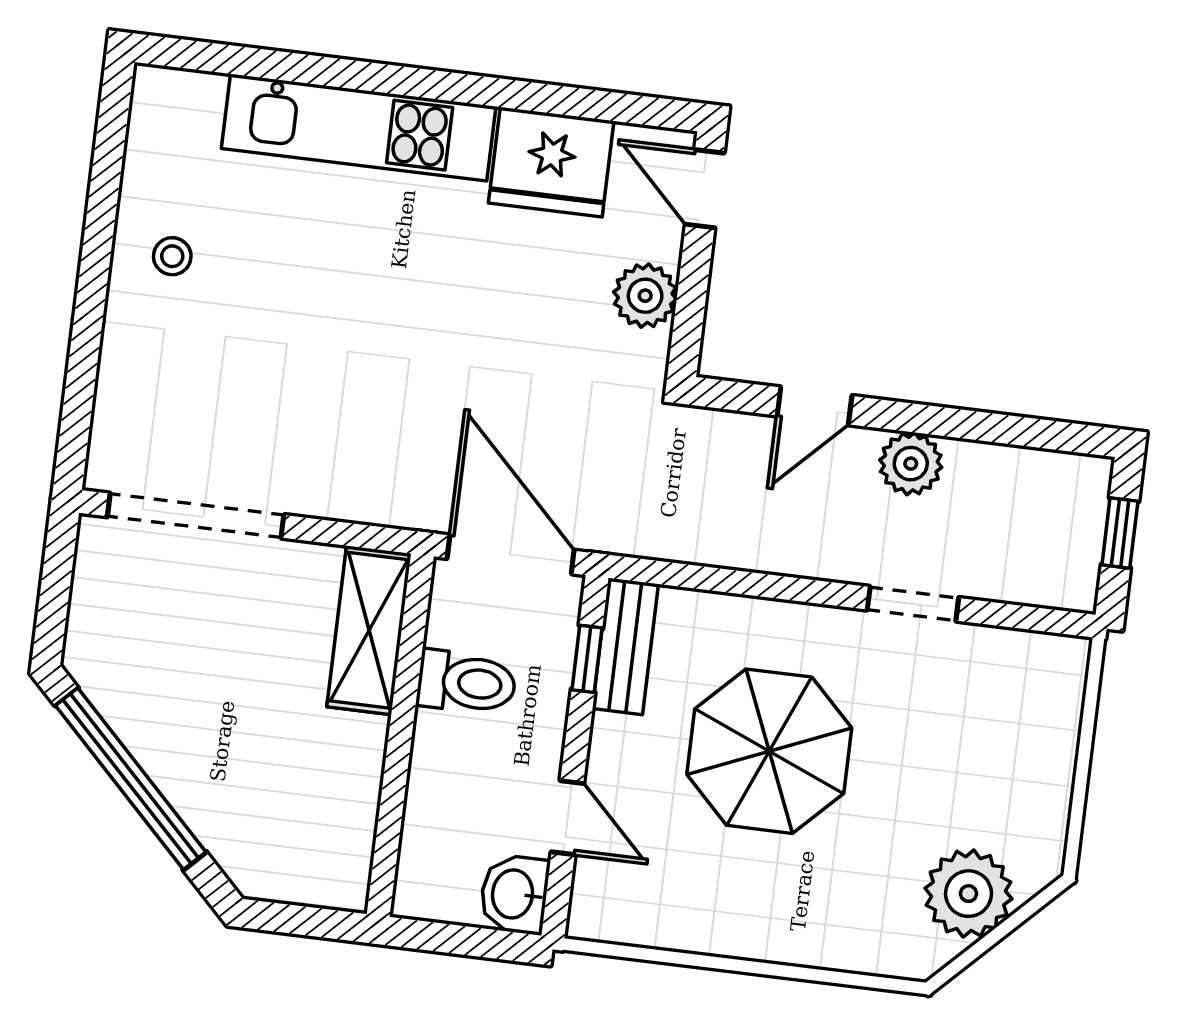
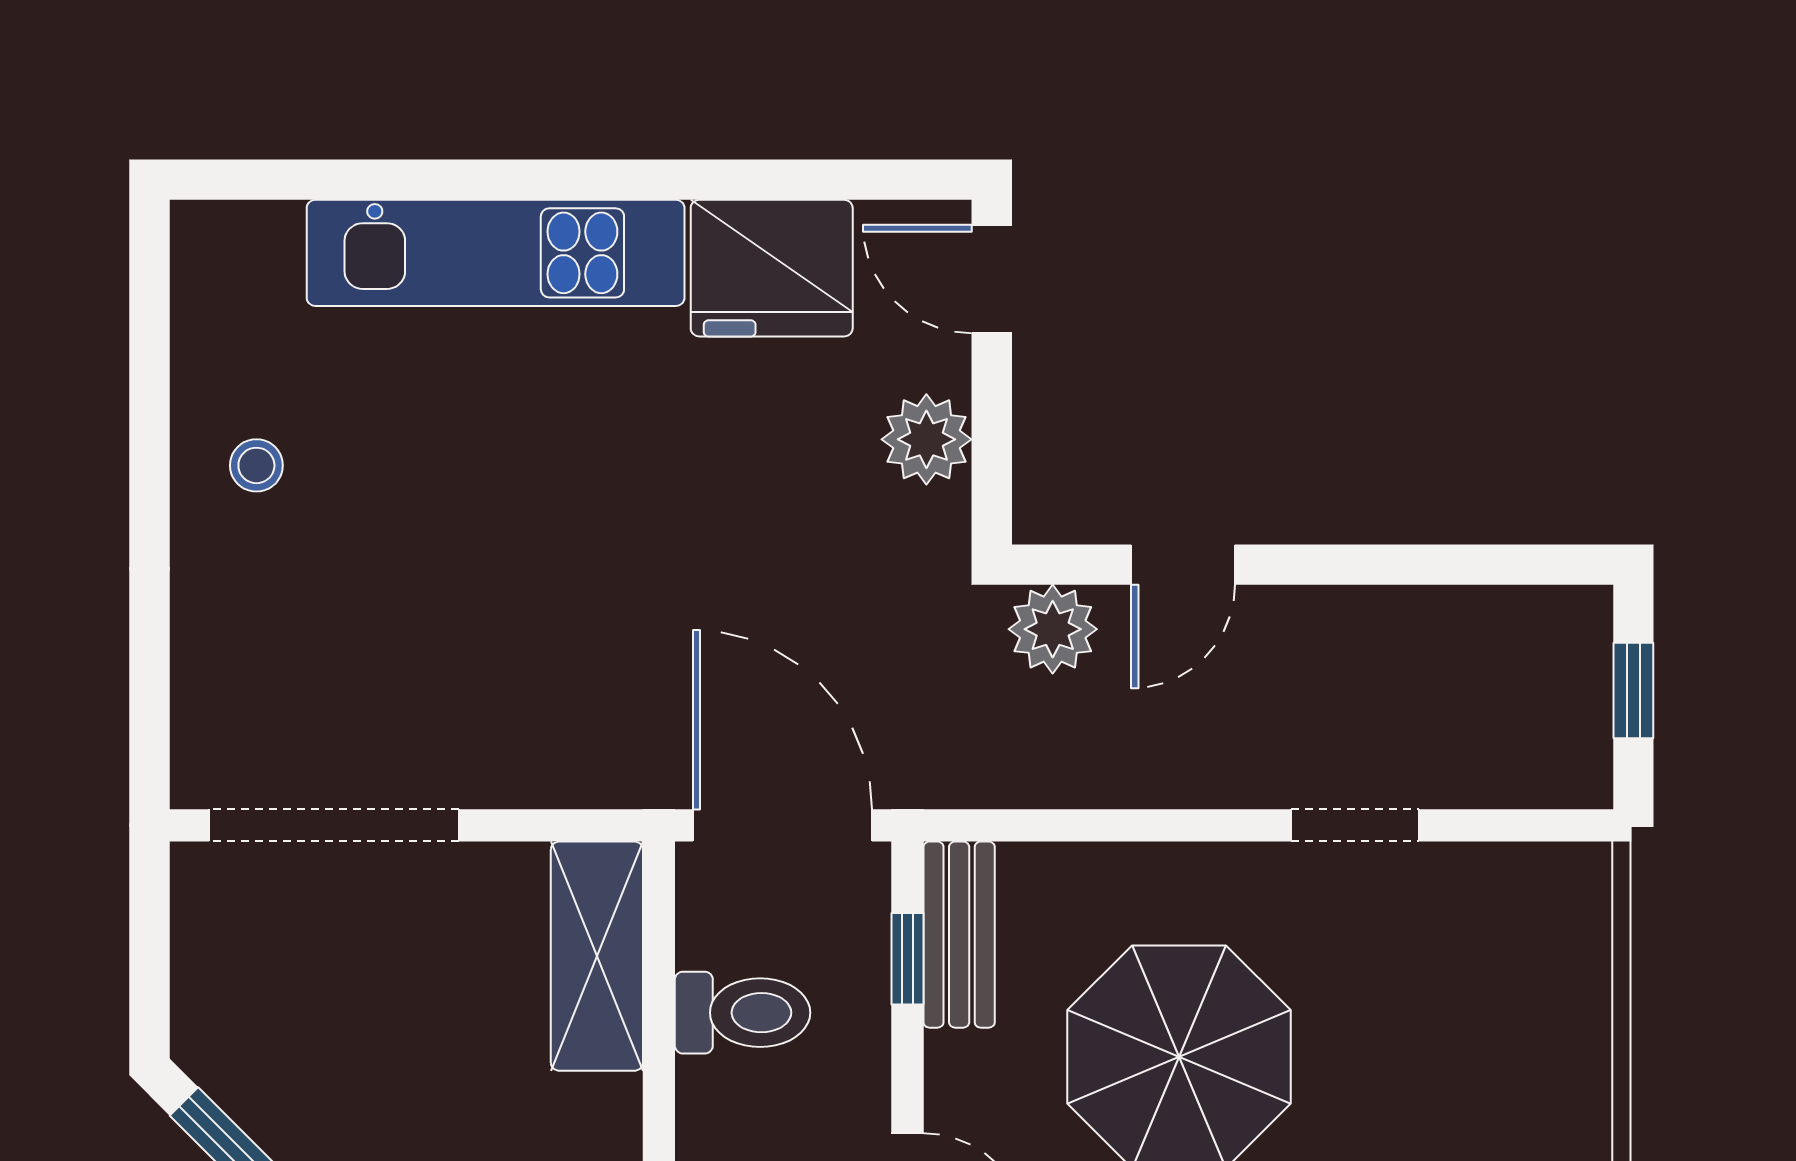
plant: (911, 464) -> (1053, 629), moved

